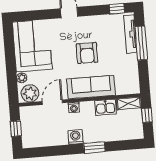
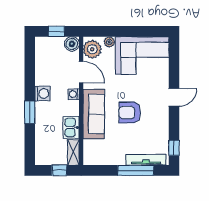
boiler: (27, 113) -> (72, 44), added

